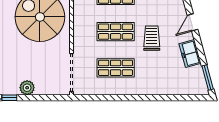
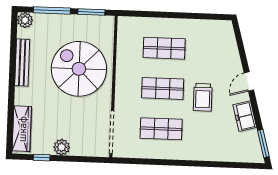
trolley: (152, 38) -> (203, 97), turned 180

